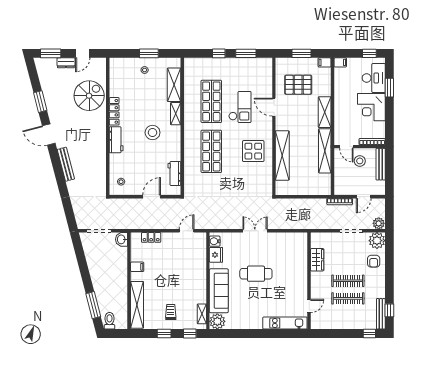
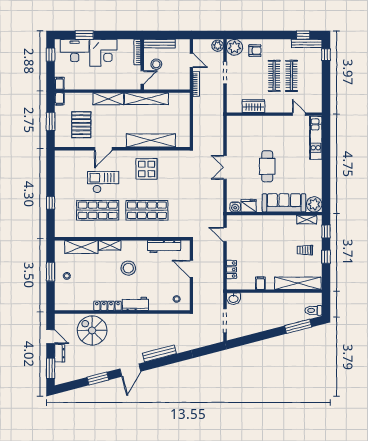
window: (246, 53) -> (51, 176), removed
workbench: (174, 173) -> (164, 247), width x1.38

